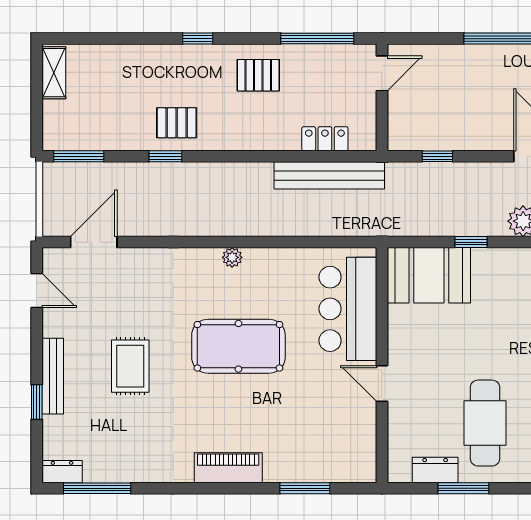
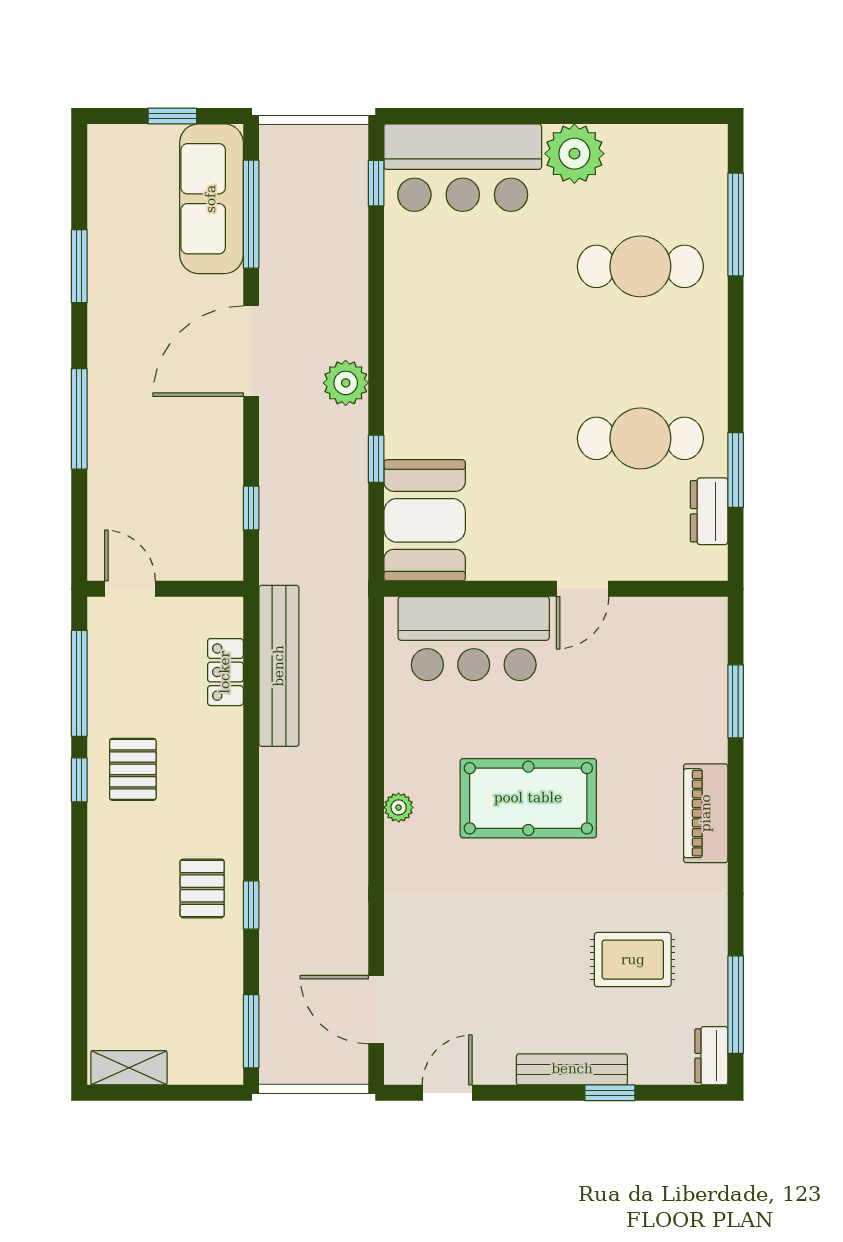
window: (198, 39) -> (79, 780), moved
pool table: (238, 346) -> (528, 798), turned 90
rug: (130, 366) -> (633, 960), moved

